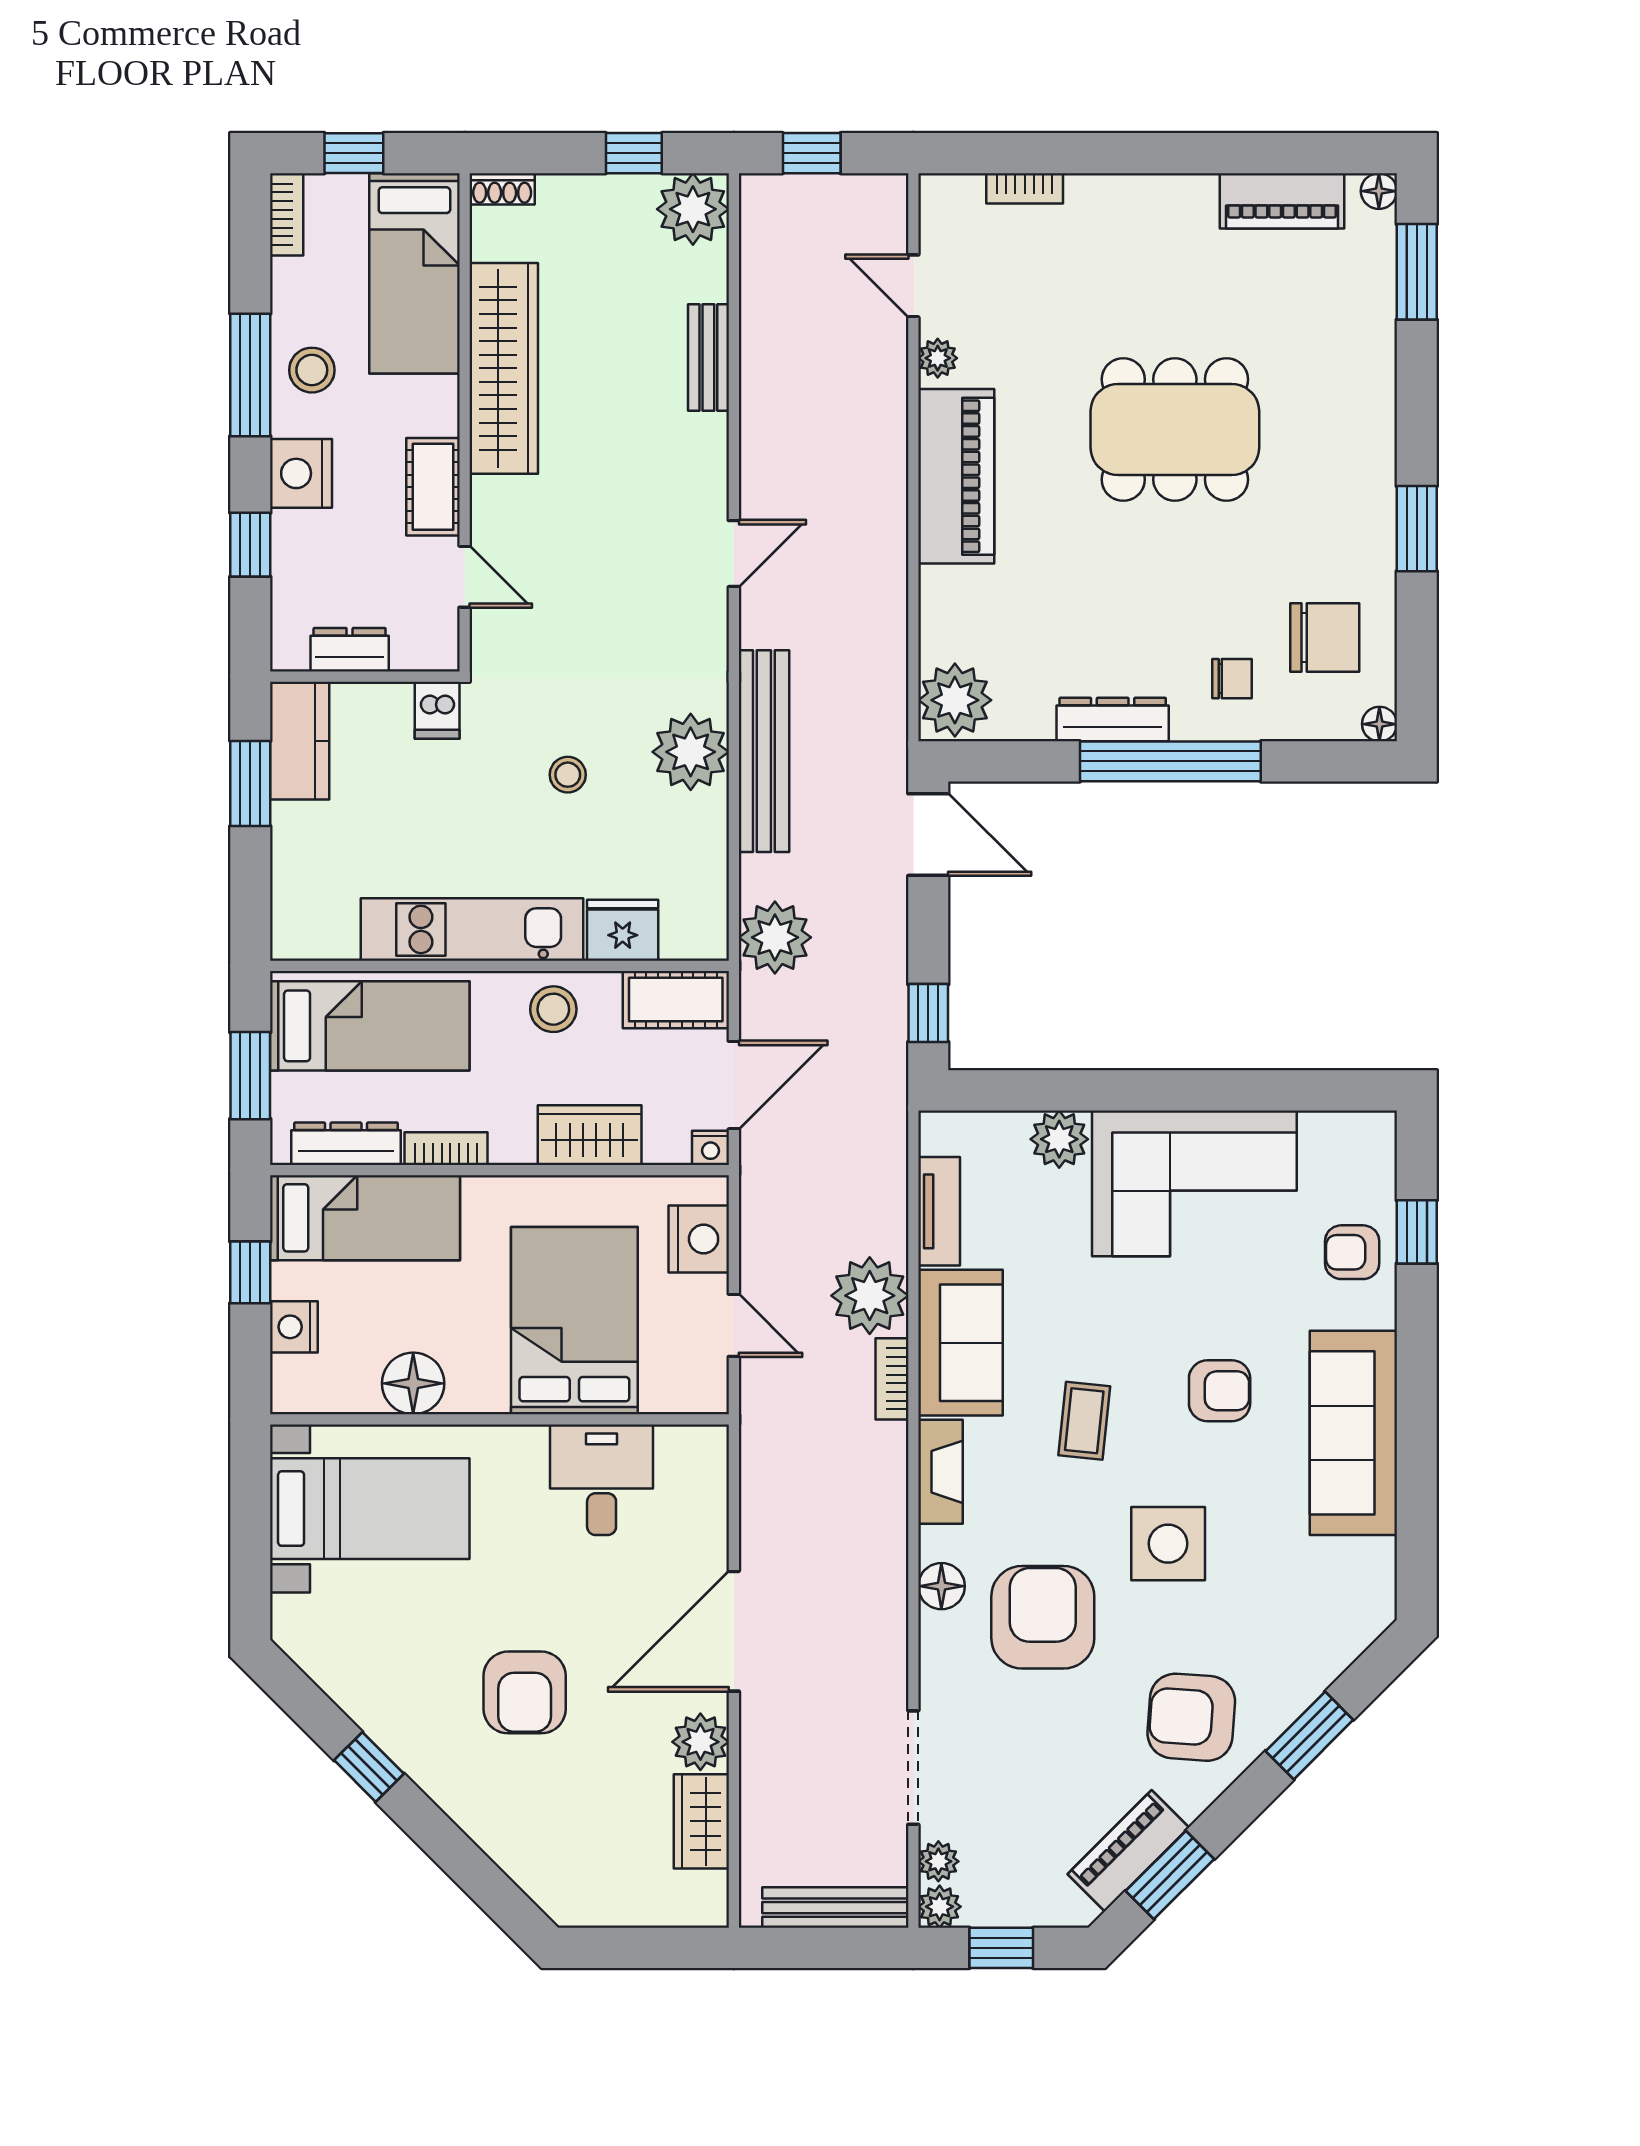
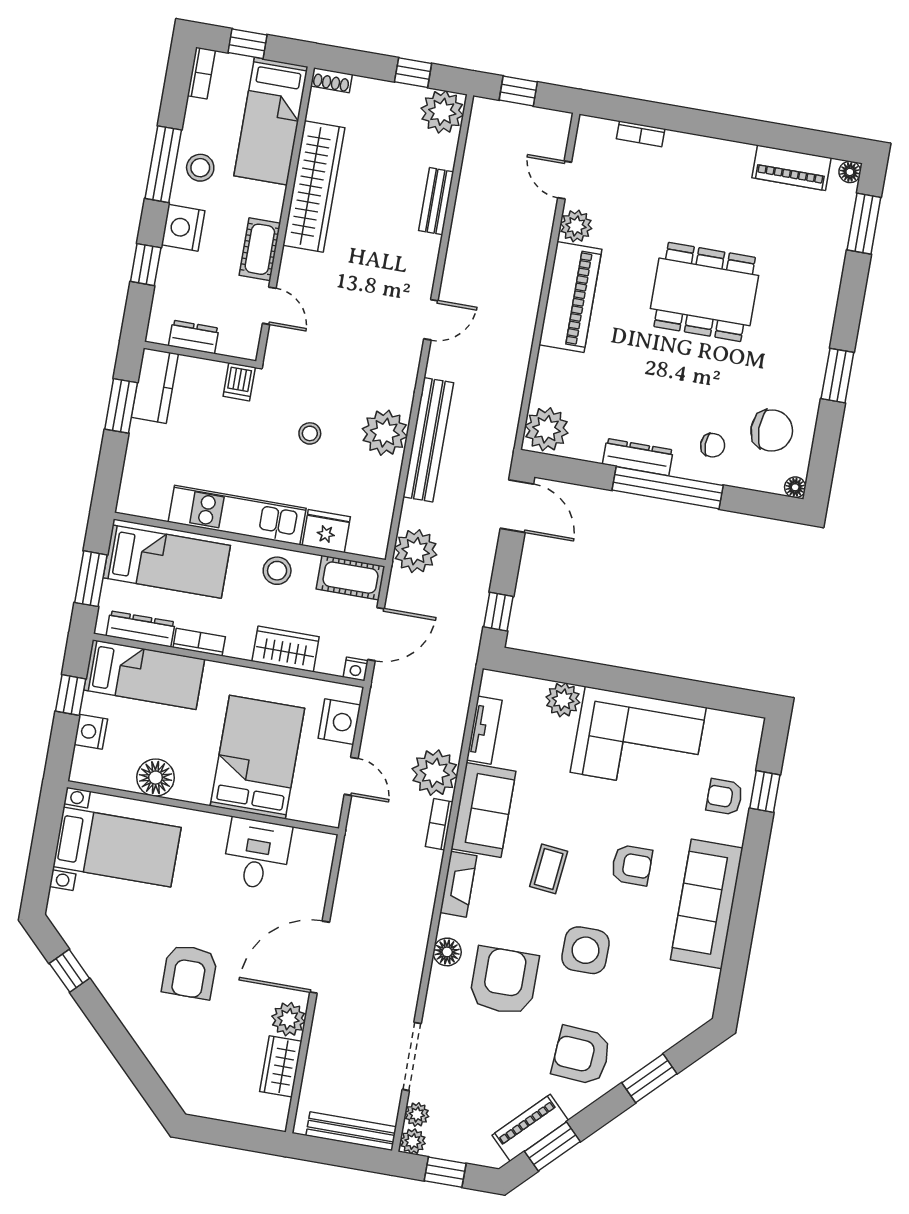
plant: (938, 358) -> (576, 226), width x1.38, depth x1.38
window: (369, 1767) -> (69, 971), moved

